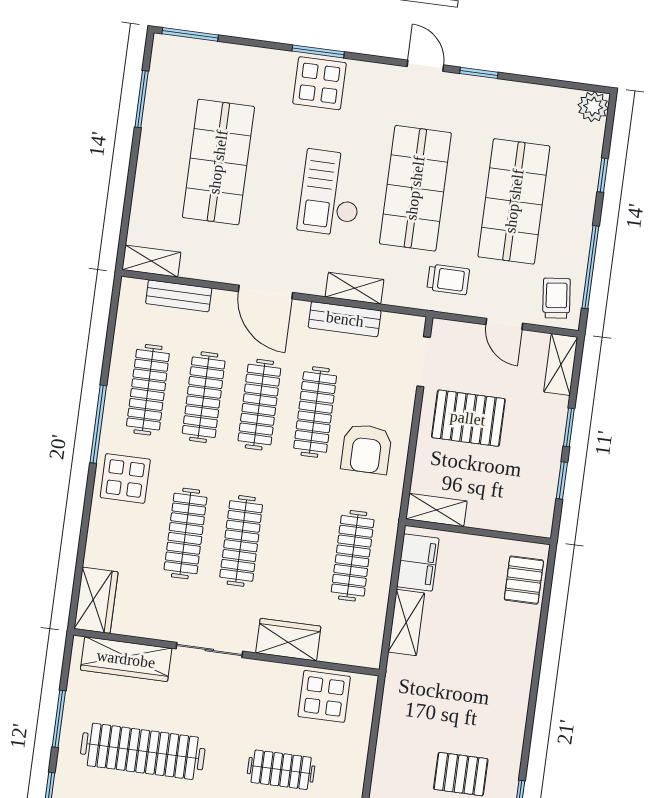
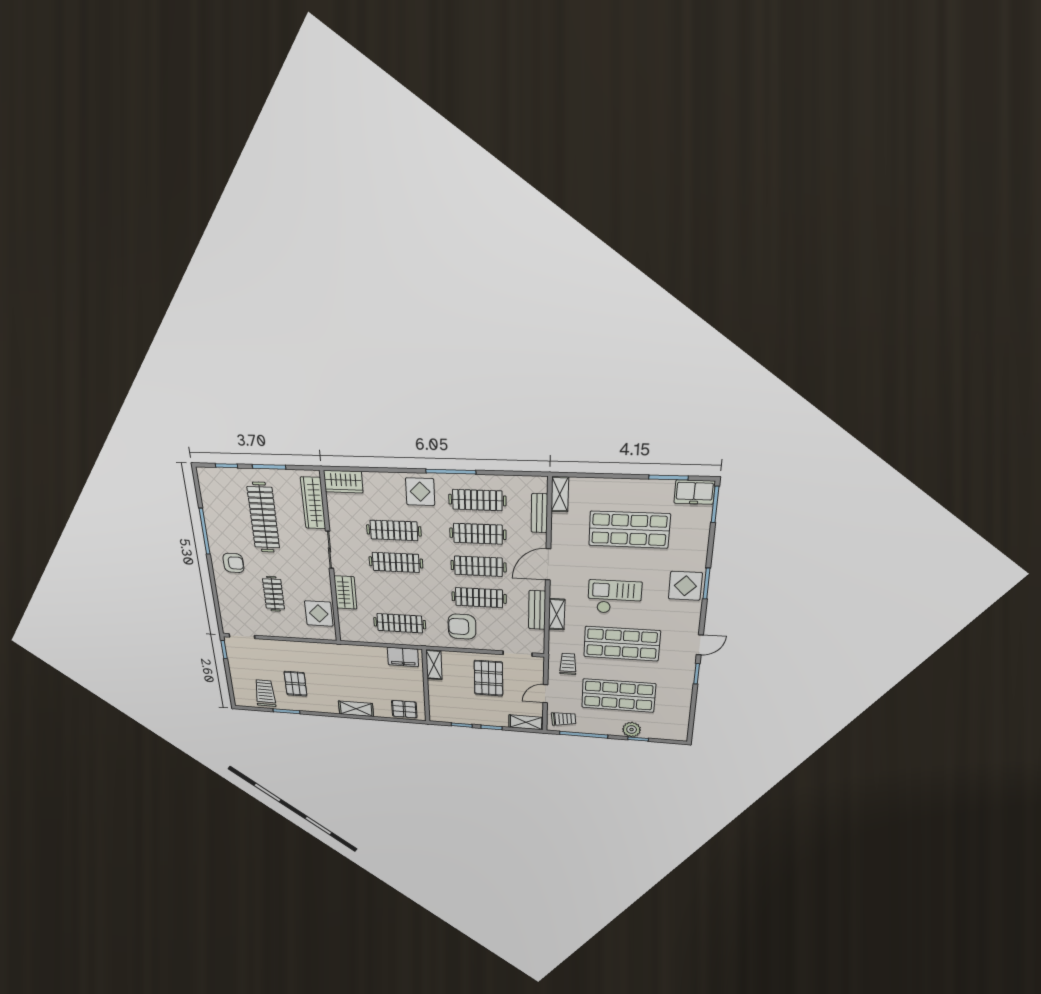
freezer: (168, 63) -> (695, 492), added
plant: (593, 107) -> (632, 730), moved
trolley: (448, 279) -> (568, 664), turned 180
shelving: (406, 623) -> (356, 709), moved

